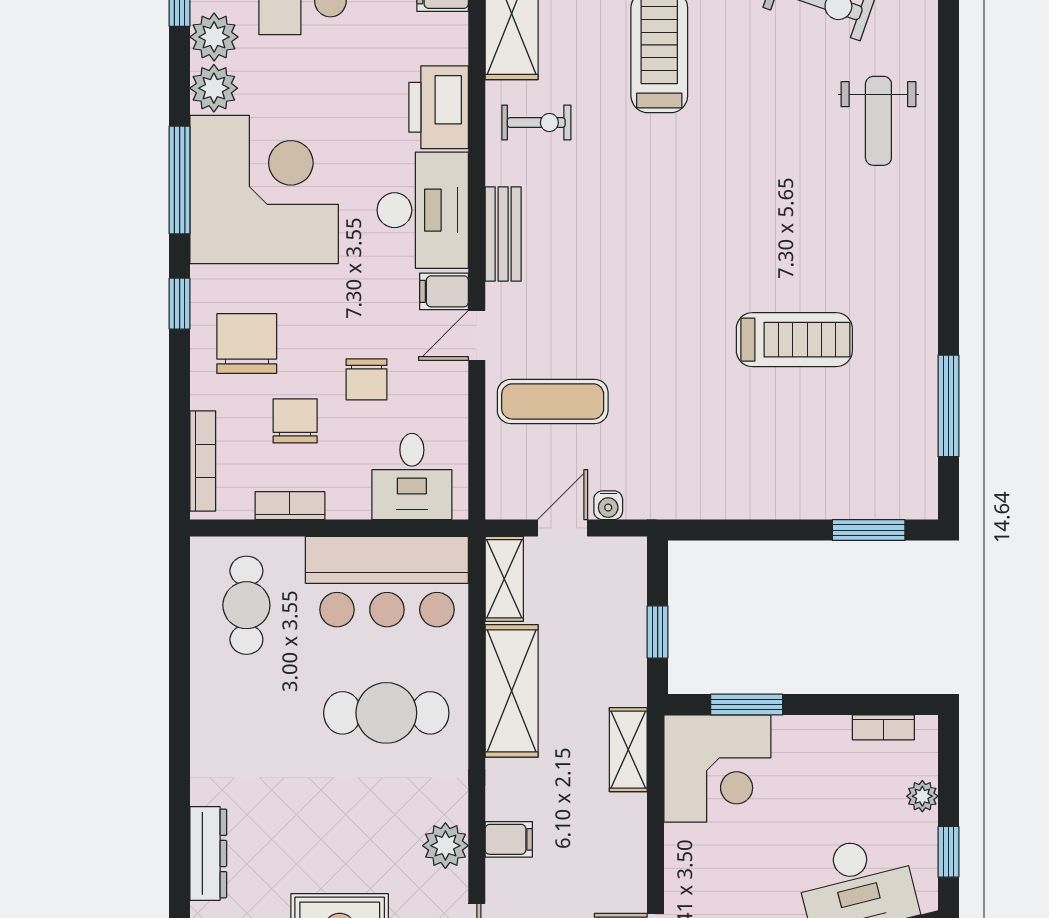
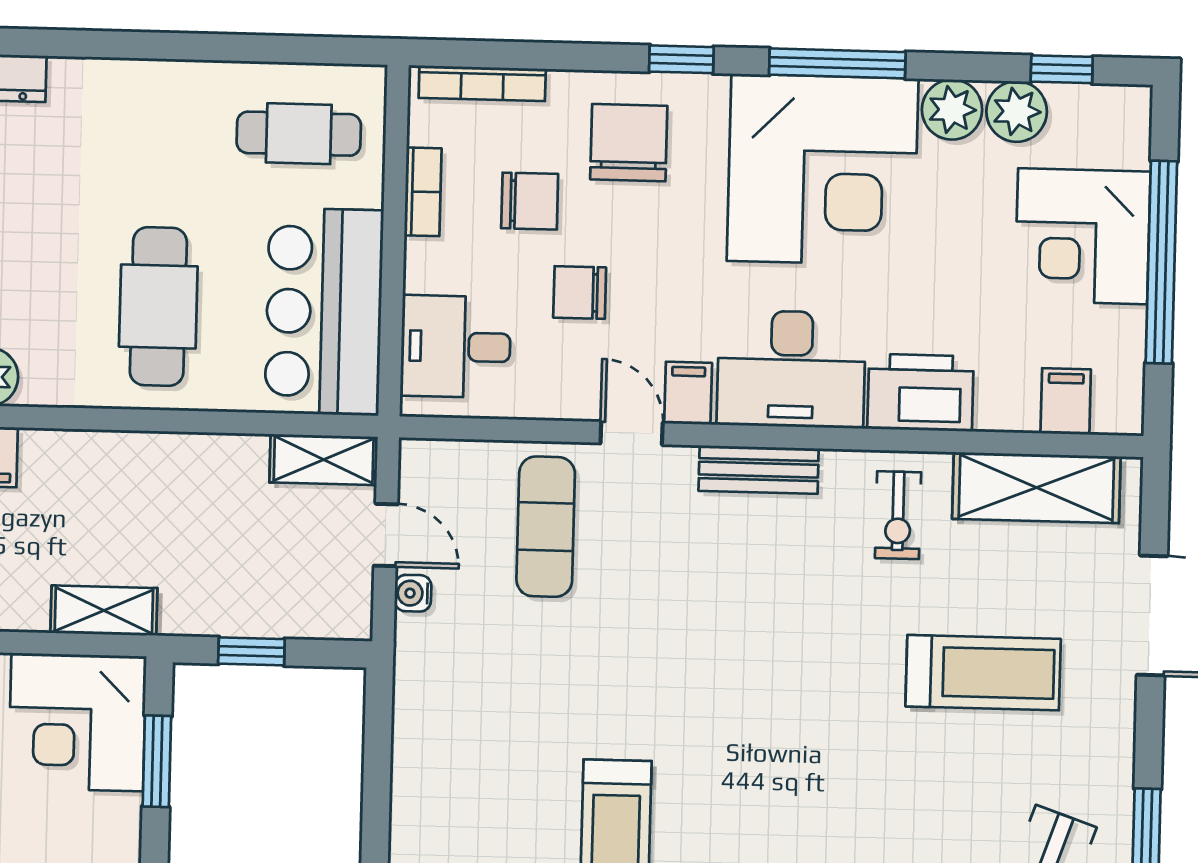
chair: (247, 344) -> (629, 143), turned -90
shelving: (512, 691) -> (182, 465), removed

